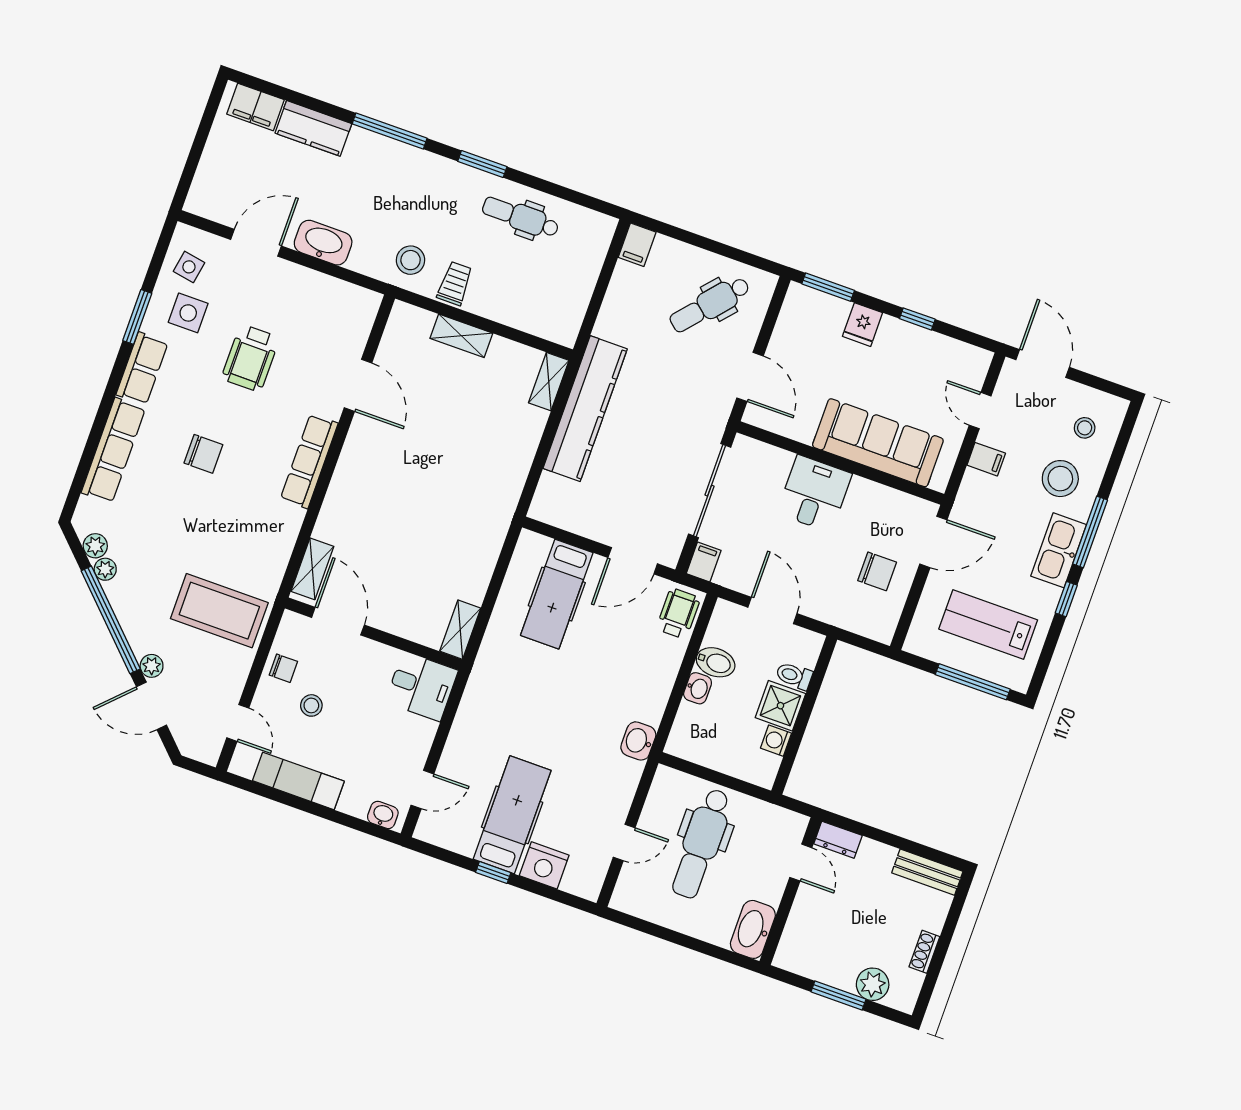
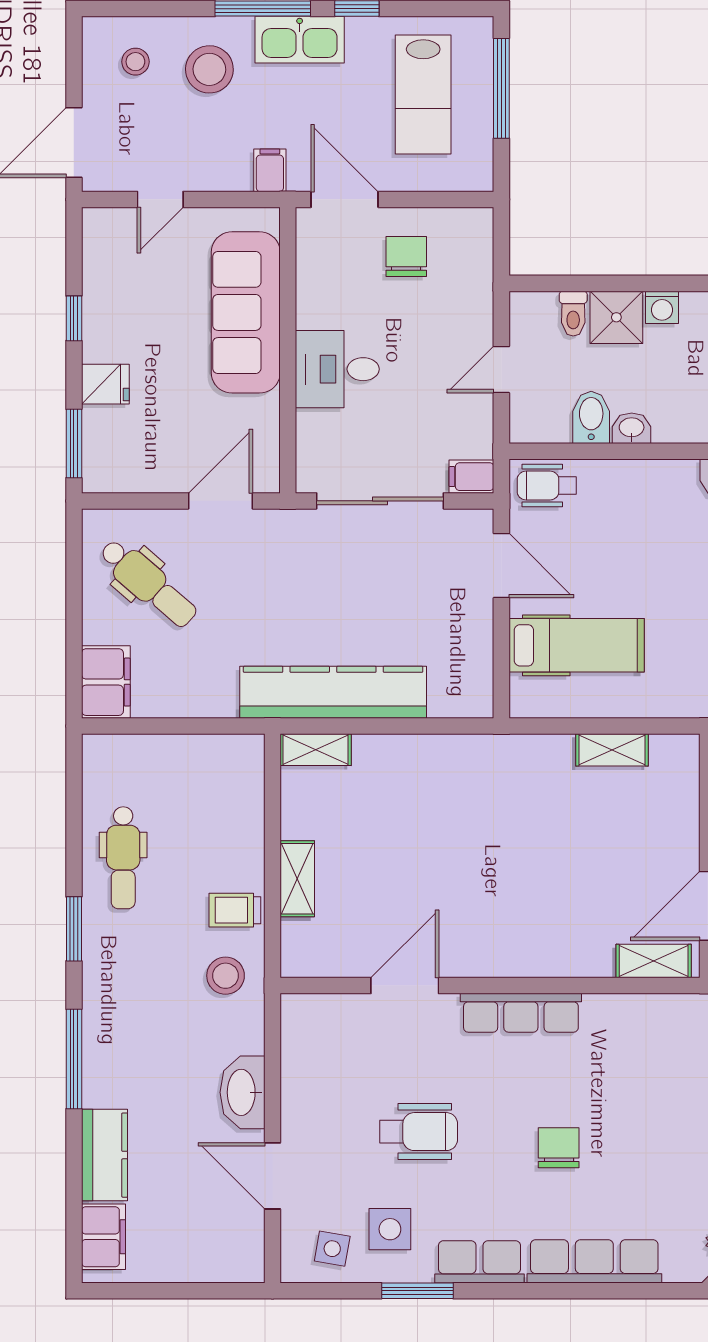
filing cabinet: (637, 245) -> (106, 682), width x2.00
filing cabinet: (986, 459) -> (270, 170), moved
door: (772, 610) -> (501, 370), width x0.73
shelving: (460, 630) -> (612, 750), moved

